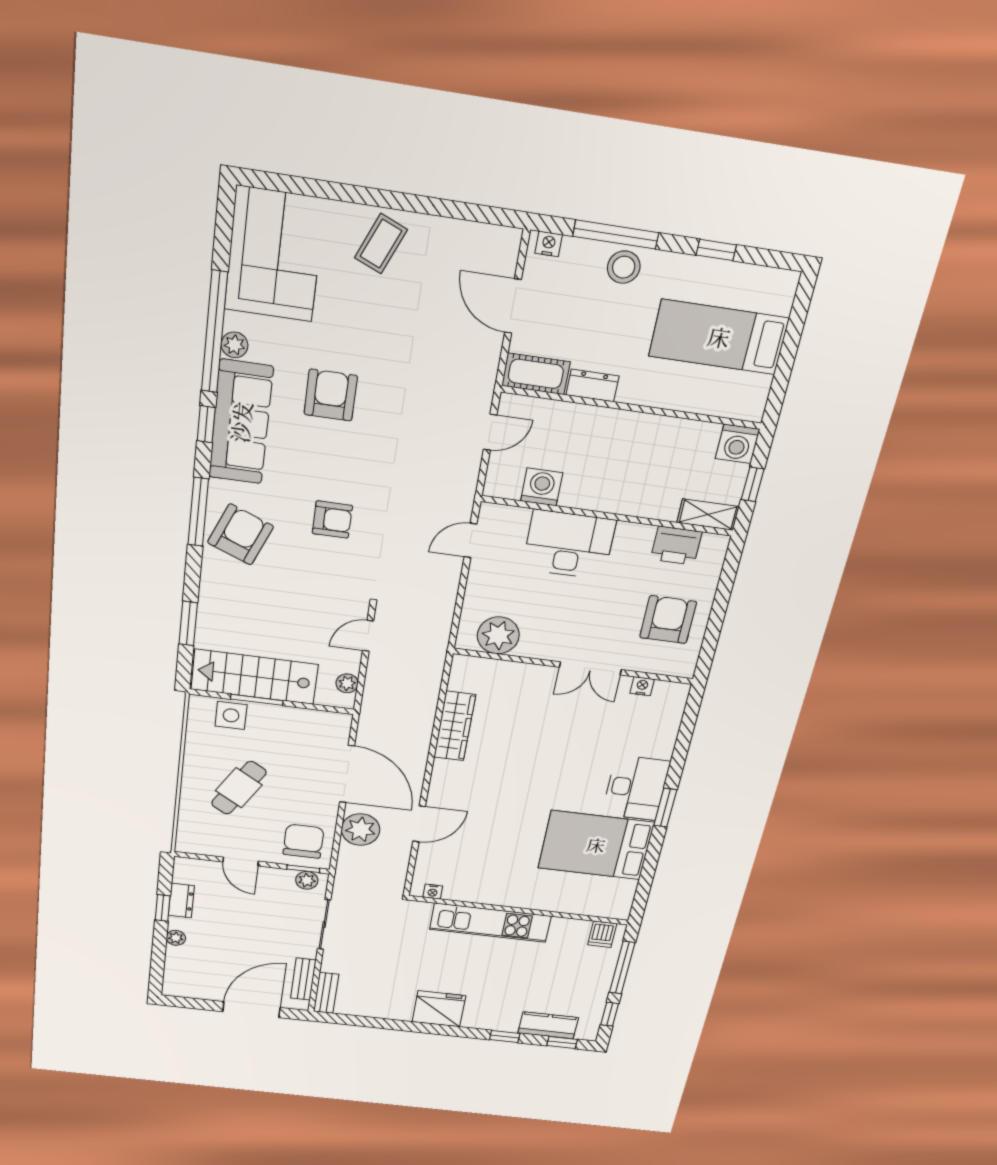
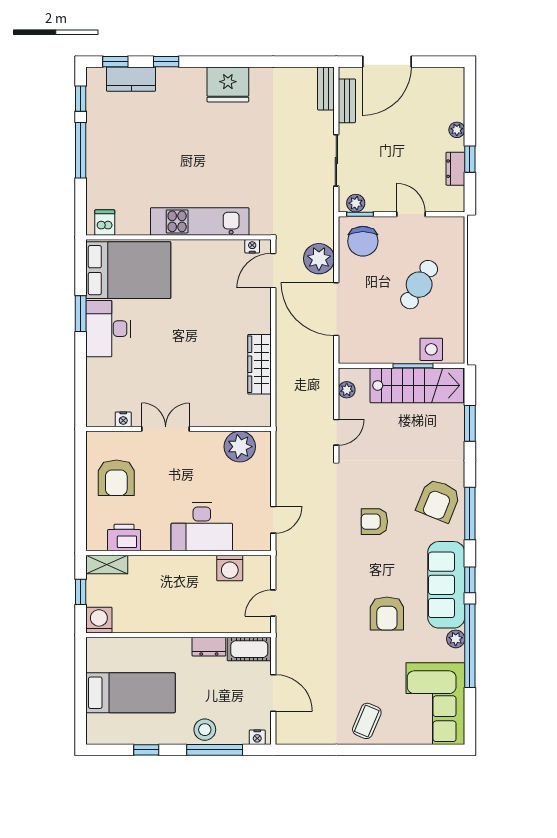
nightstand: (433, 892) -> (252, 246), moved
wall: (519, 910) -> (179, 237), moved
kitchen unit: (490, 923) -> (200, 221), moved
dishwasher: (602, 934) -> (105, 223), moved

